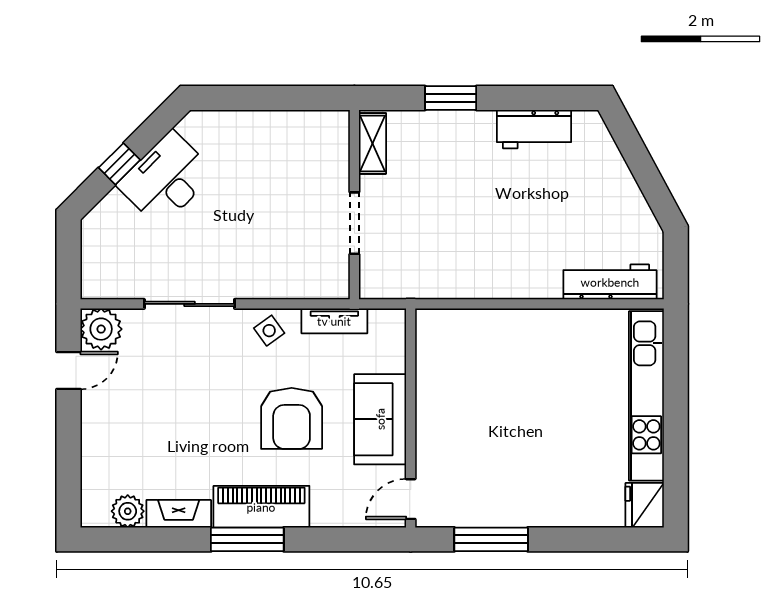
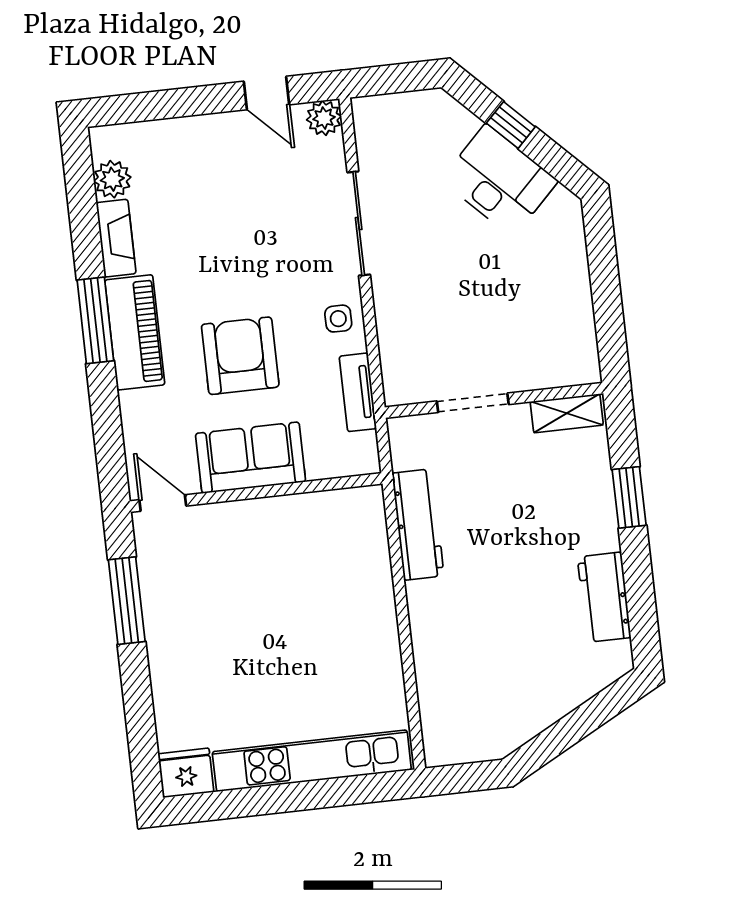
workbench: (610, 282) -> (418, 524), moved
plant: (101, 329) -> (324, 118), width x0.73, depth x0.73
side table: (269, 331) -> (338, 319), turned 36
armchair: (292, 418) -> (240, 356), turned 90

